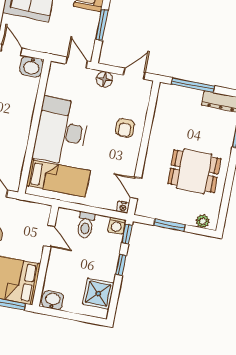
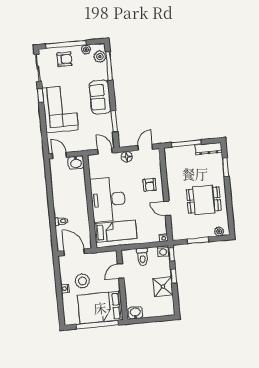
door: (136, 188) -> (167, 208), moved
door: (49, 236) -> (121, 271), swing flipped
shower: (98, 294) -> (163, 287), moved

